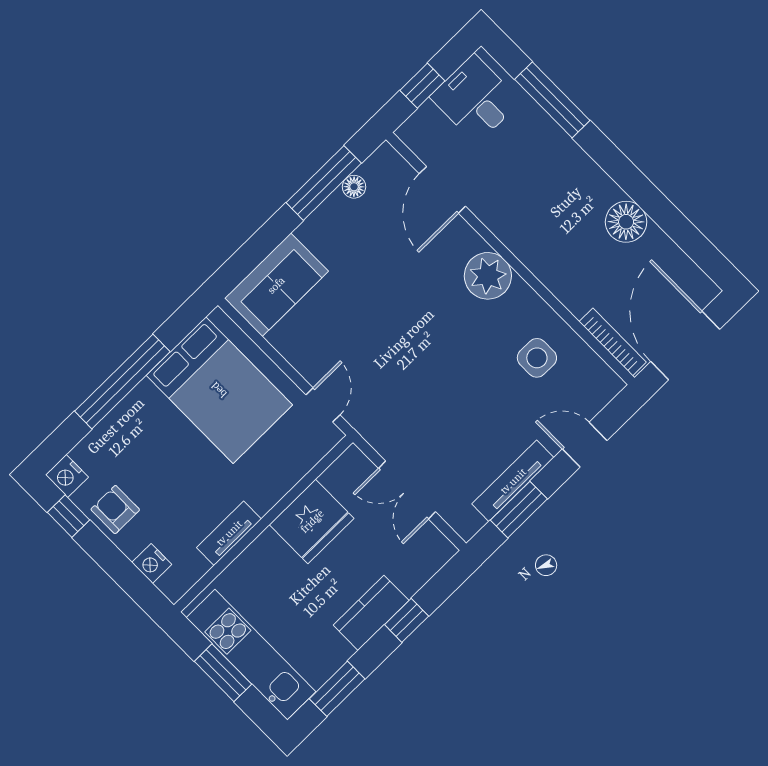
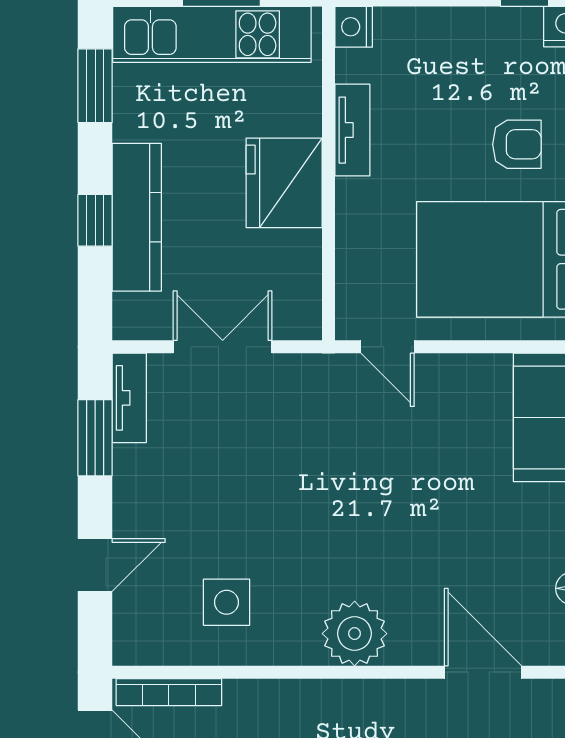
tv unit: (513, 481) -> (129, 398), moved, width x0.71
armchair: (115, 510) -> (517, 144), moved
fridge: (312, 521) -> (284, 183), moved
nightstand: (152, 563) -> (354, 27), moved, turned -90
kitchen counter: (371, 613) -> (137, 217), width x1.50

